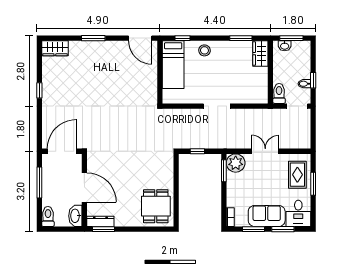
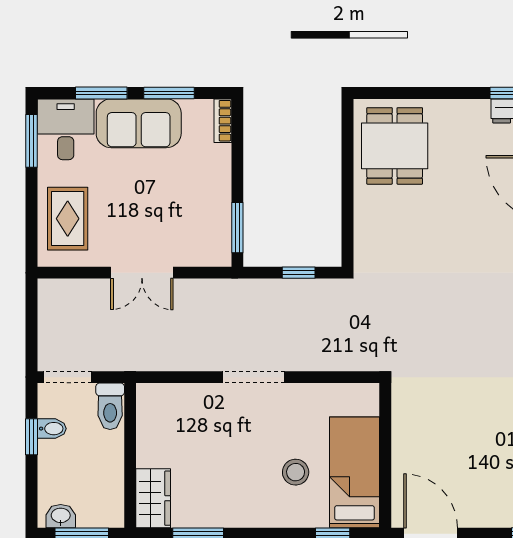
washbasin: (285, 46) -> (61, 516), moved
stool: (204, 50) -> (296, 472), moved
plant: (236, 163) -> (210, 246), removed
window: (313, 184) -> (32, 141), moved

